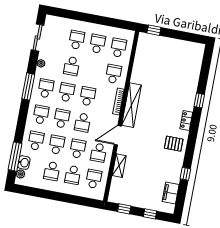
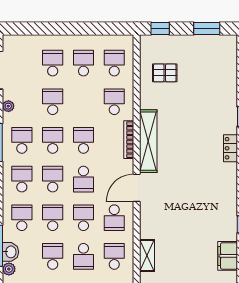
window: (186, 36) -> (207, 29), added
school desk: (72, 66) -> (53, 102), turned 180
pallet: (174, 144) -> (165, 73), moved
shelving: (119, 166) -> (147, 255), moved
school desk: (52, 171) -> (53, 256), turned 180

